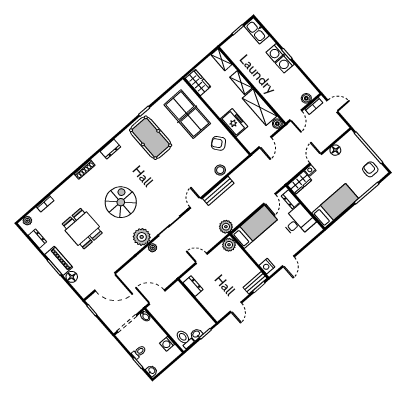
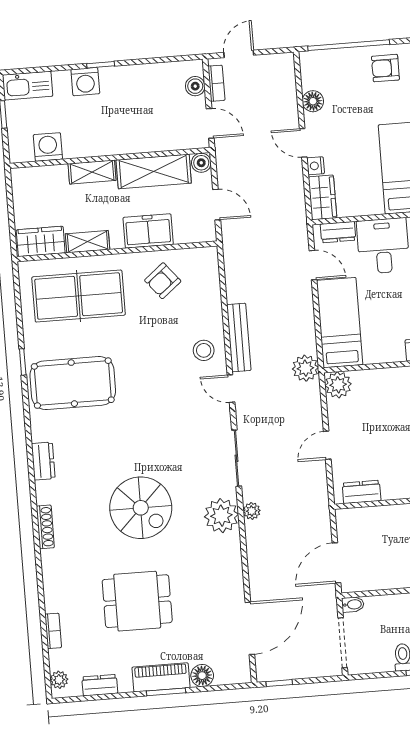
shelving: (222, 60) -> (88, 242), moved
washing machine: (285, 64) -> (48, 147), moved, turned 180
stool: (220, 170) -> (204, 350), moved
spiral stairs: (121, 202) -> (141, 508), turned 180

